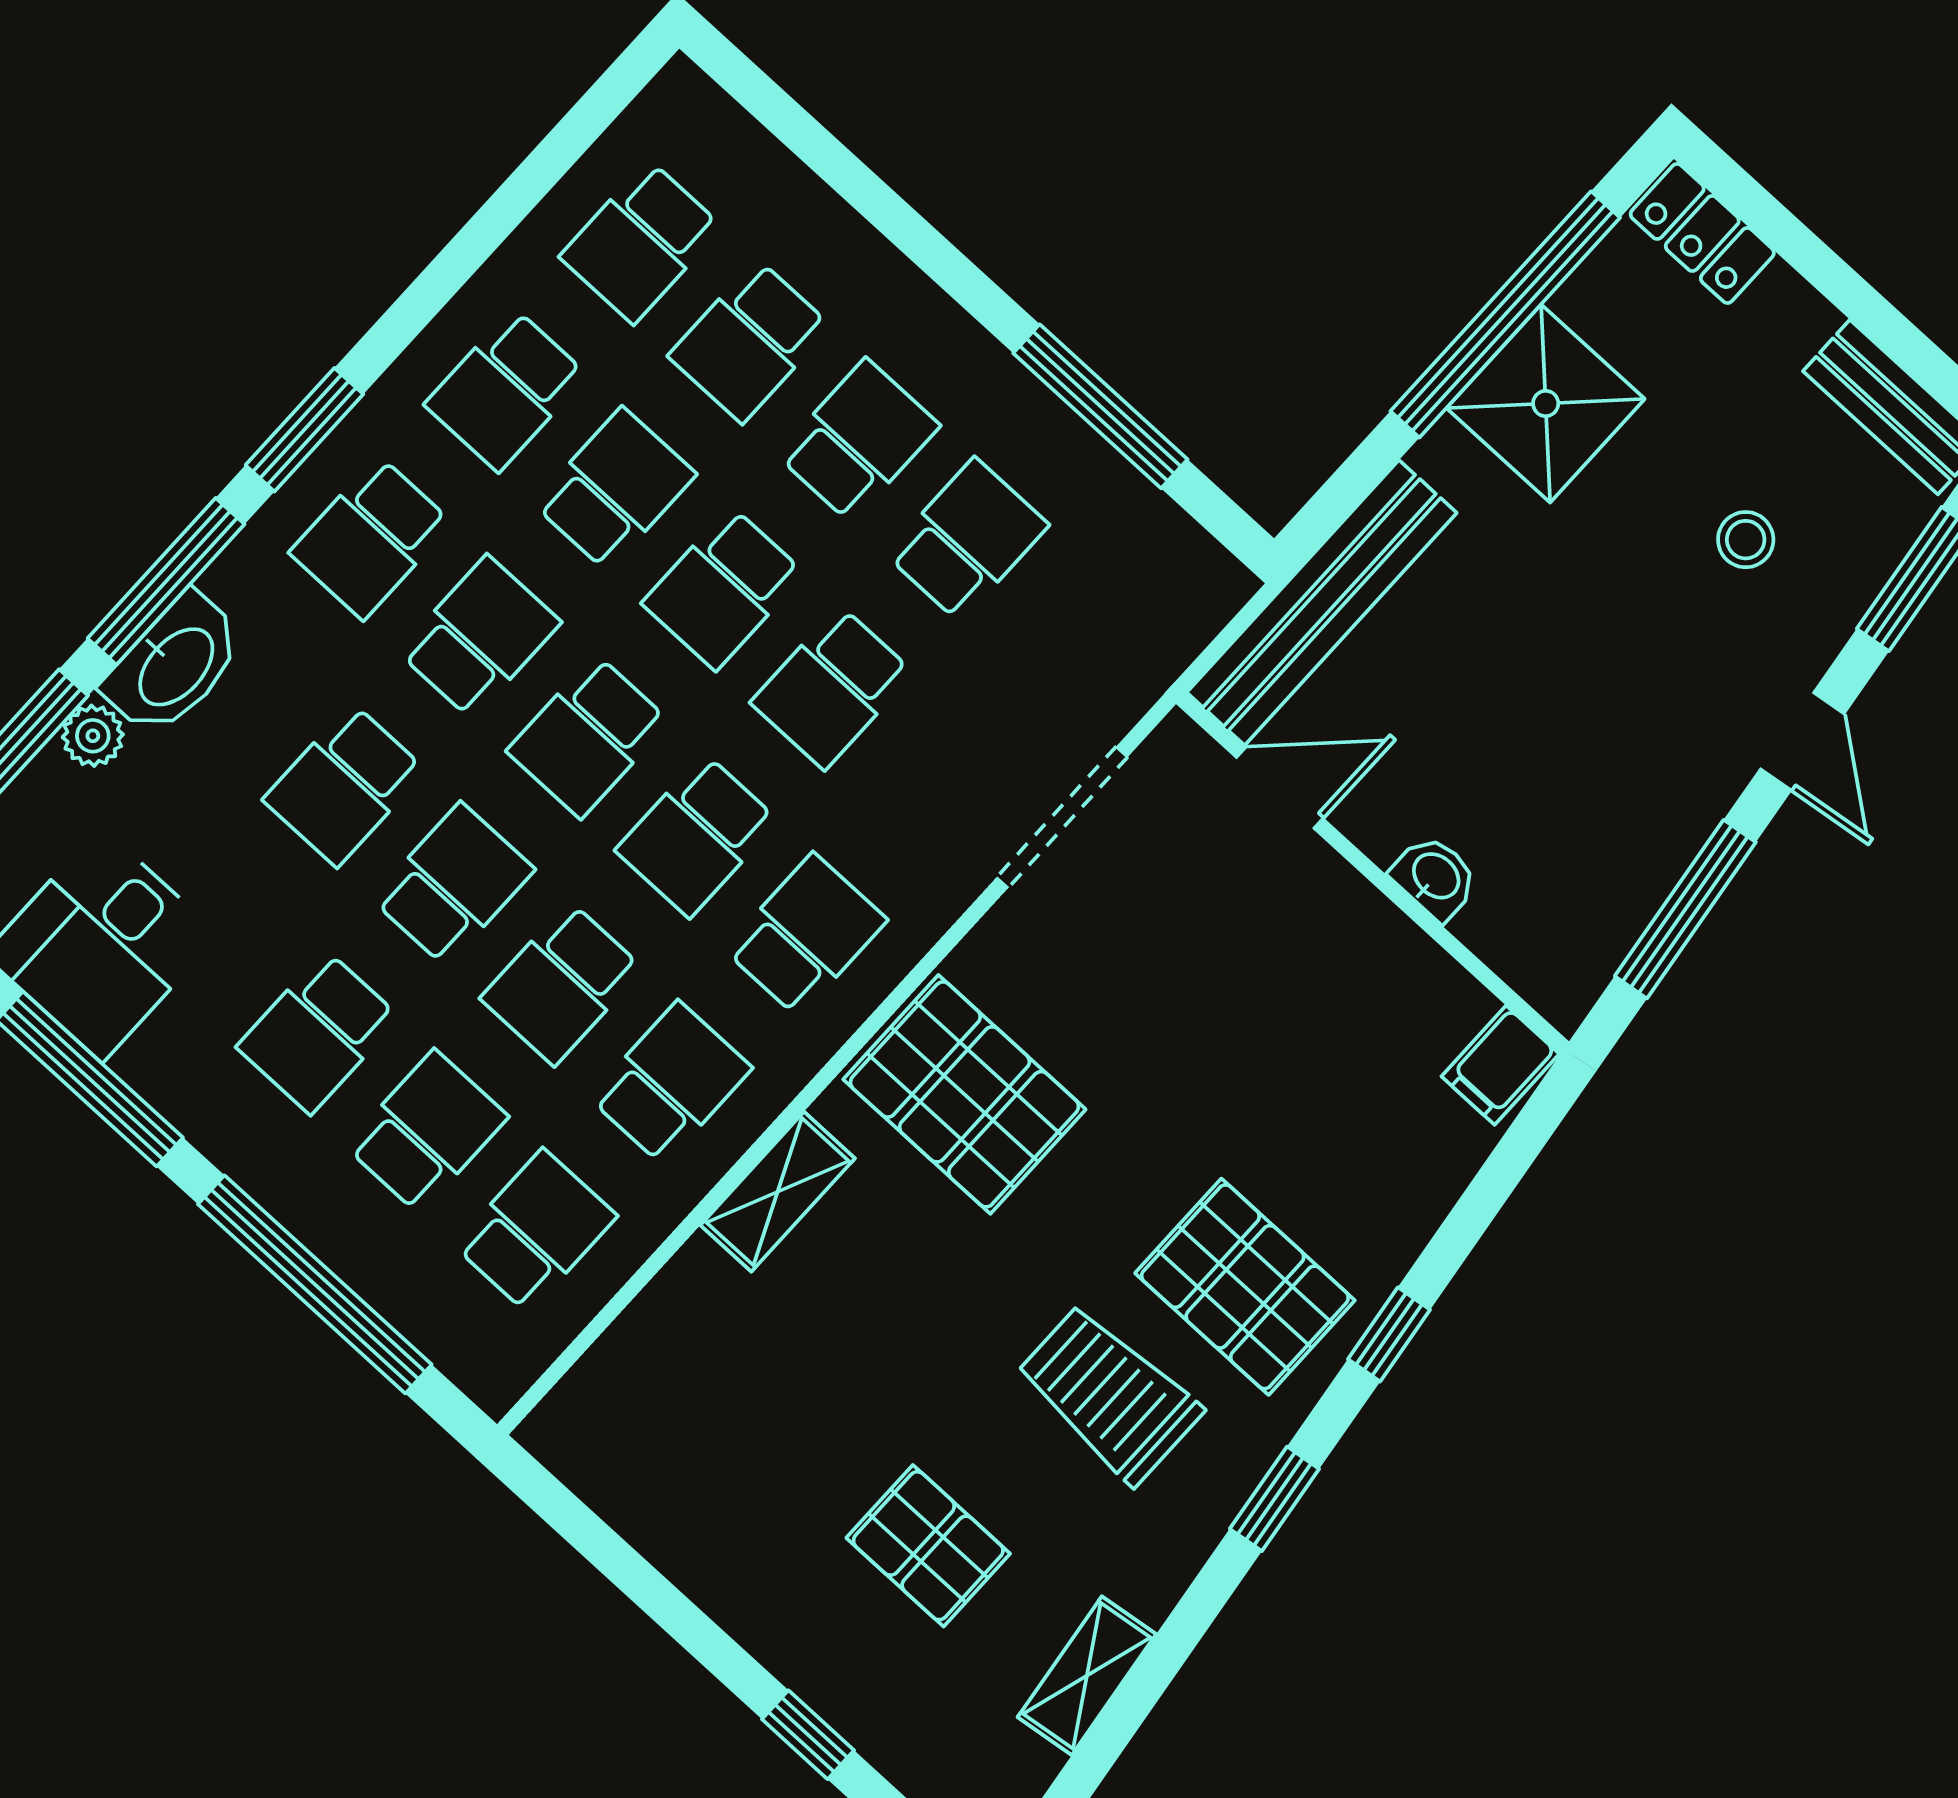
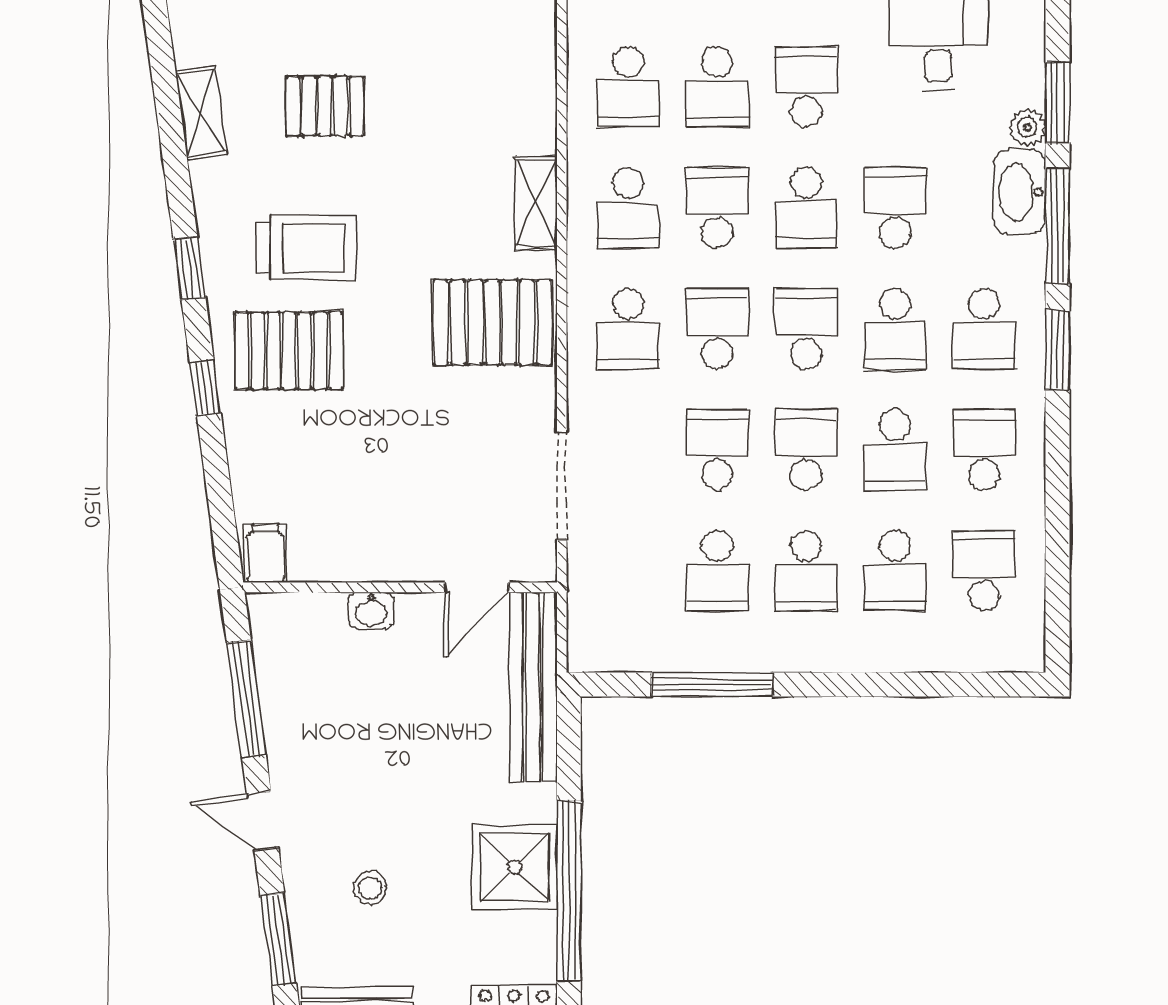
school desk: (750, 341) -> (895, 571), turned 180
school desk: (371, 538) -> (984, 329), turned 180

